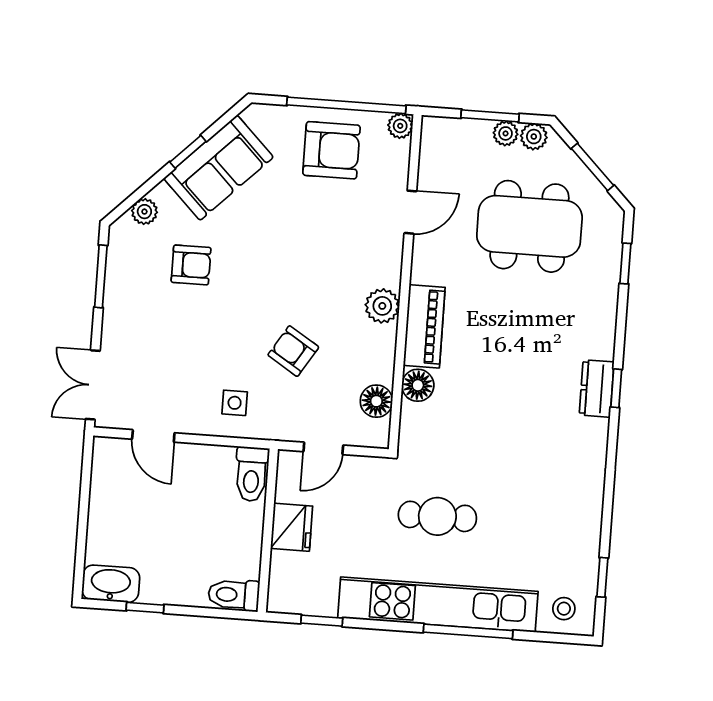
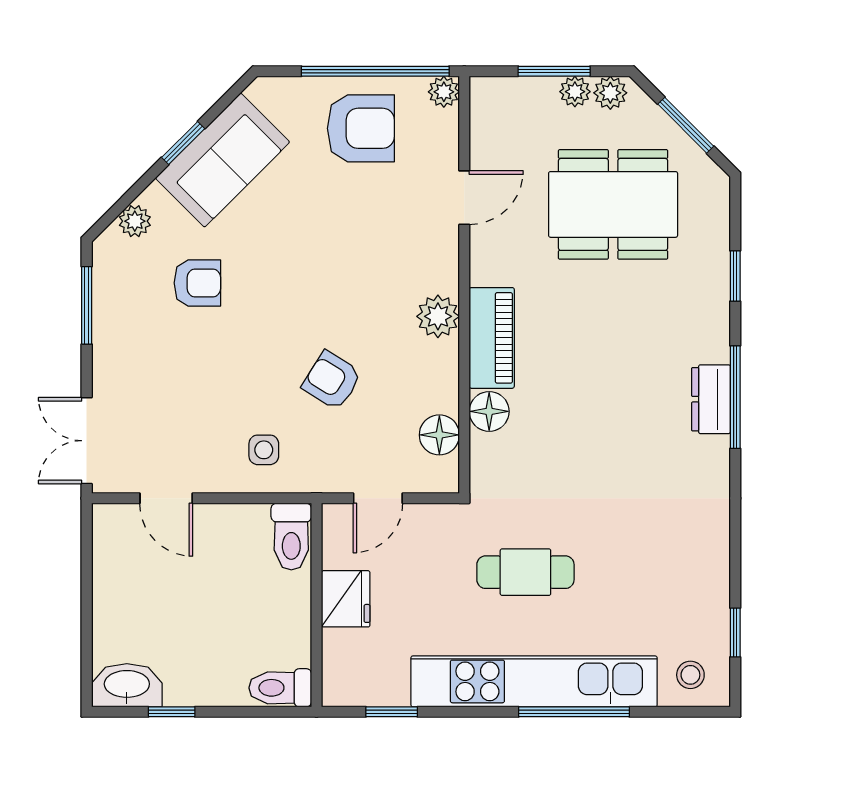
window: (625, 263) -> (735, 276), moved
window: (616, 388) -> (735, 397), width x2.17

